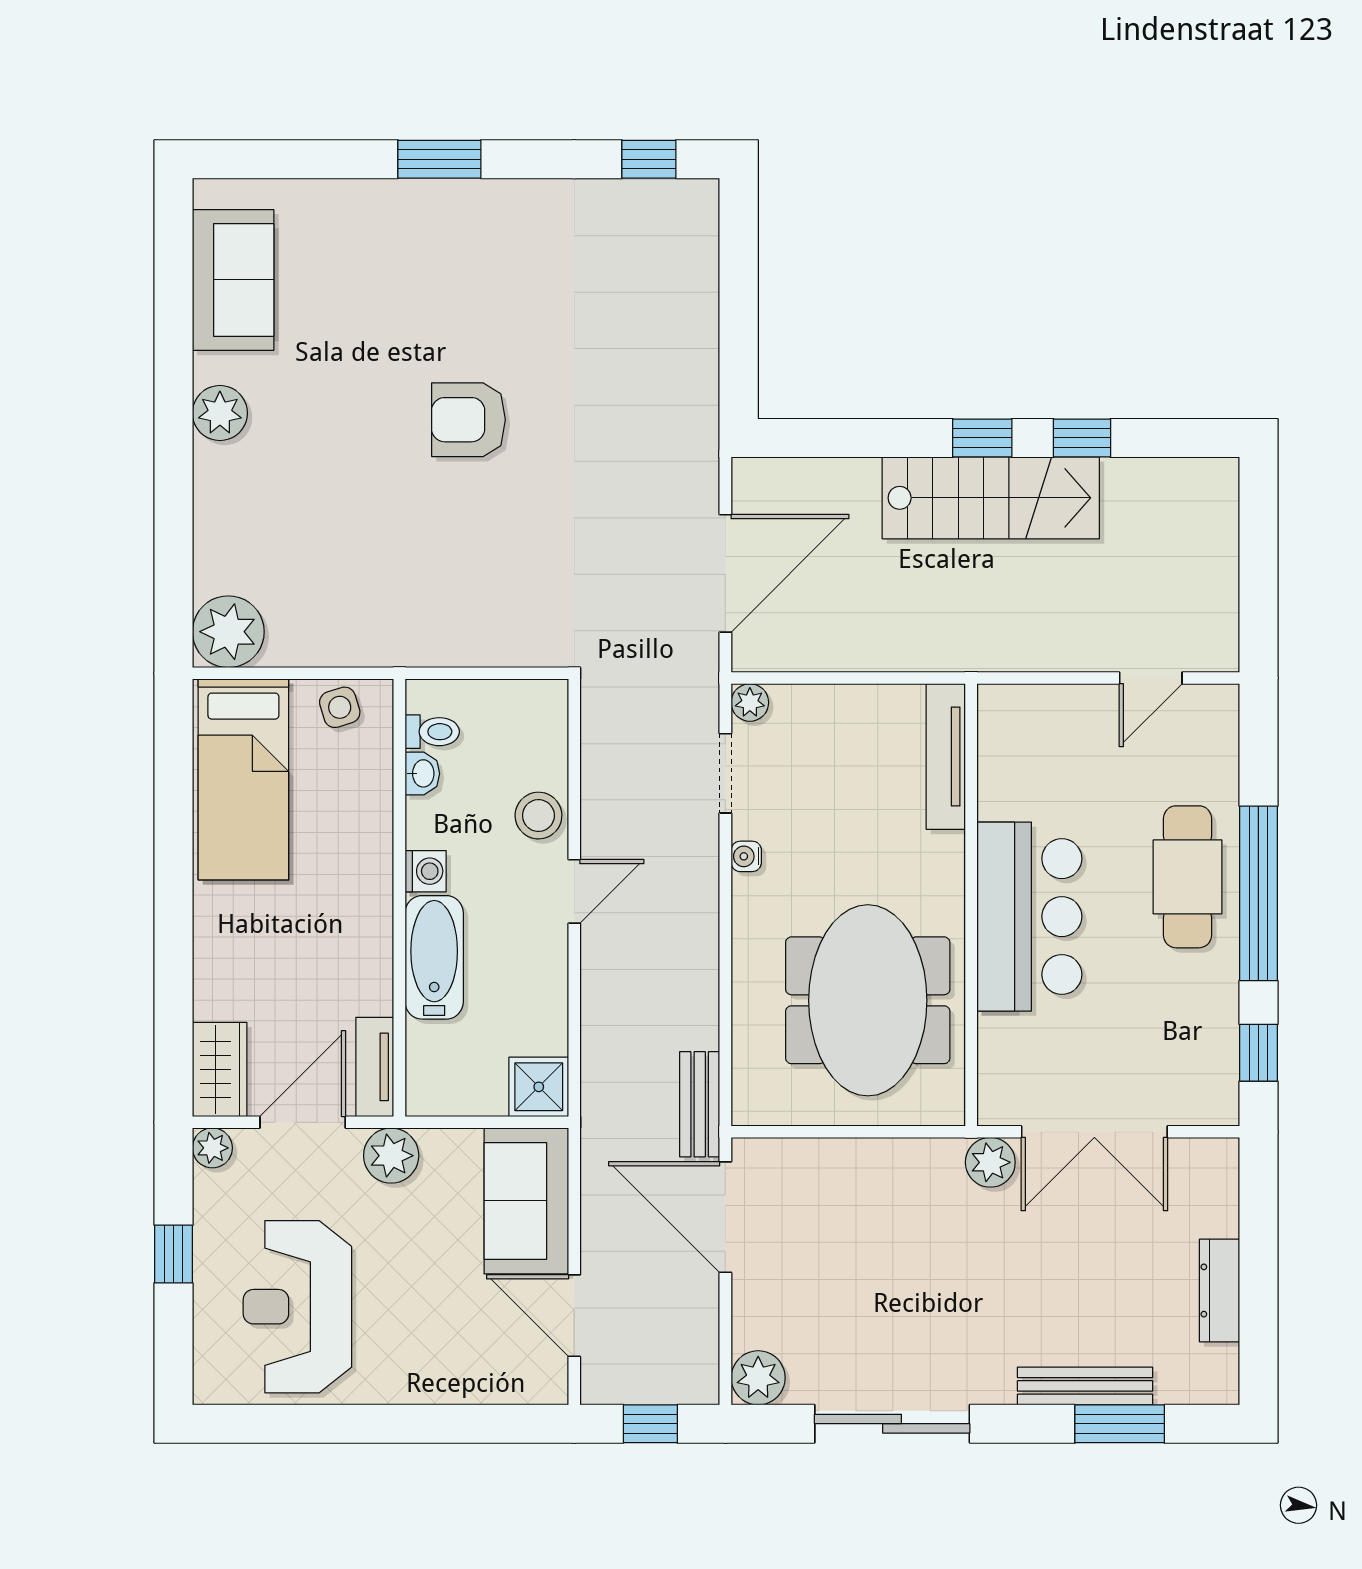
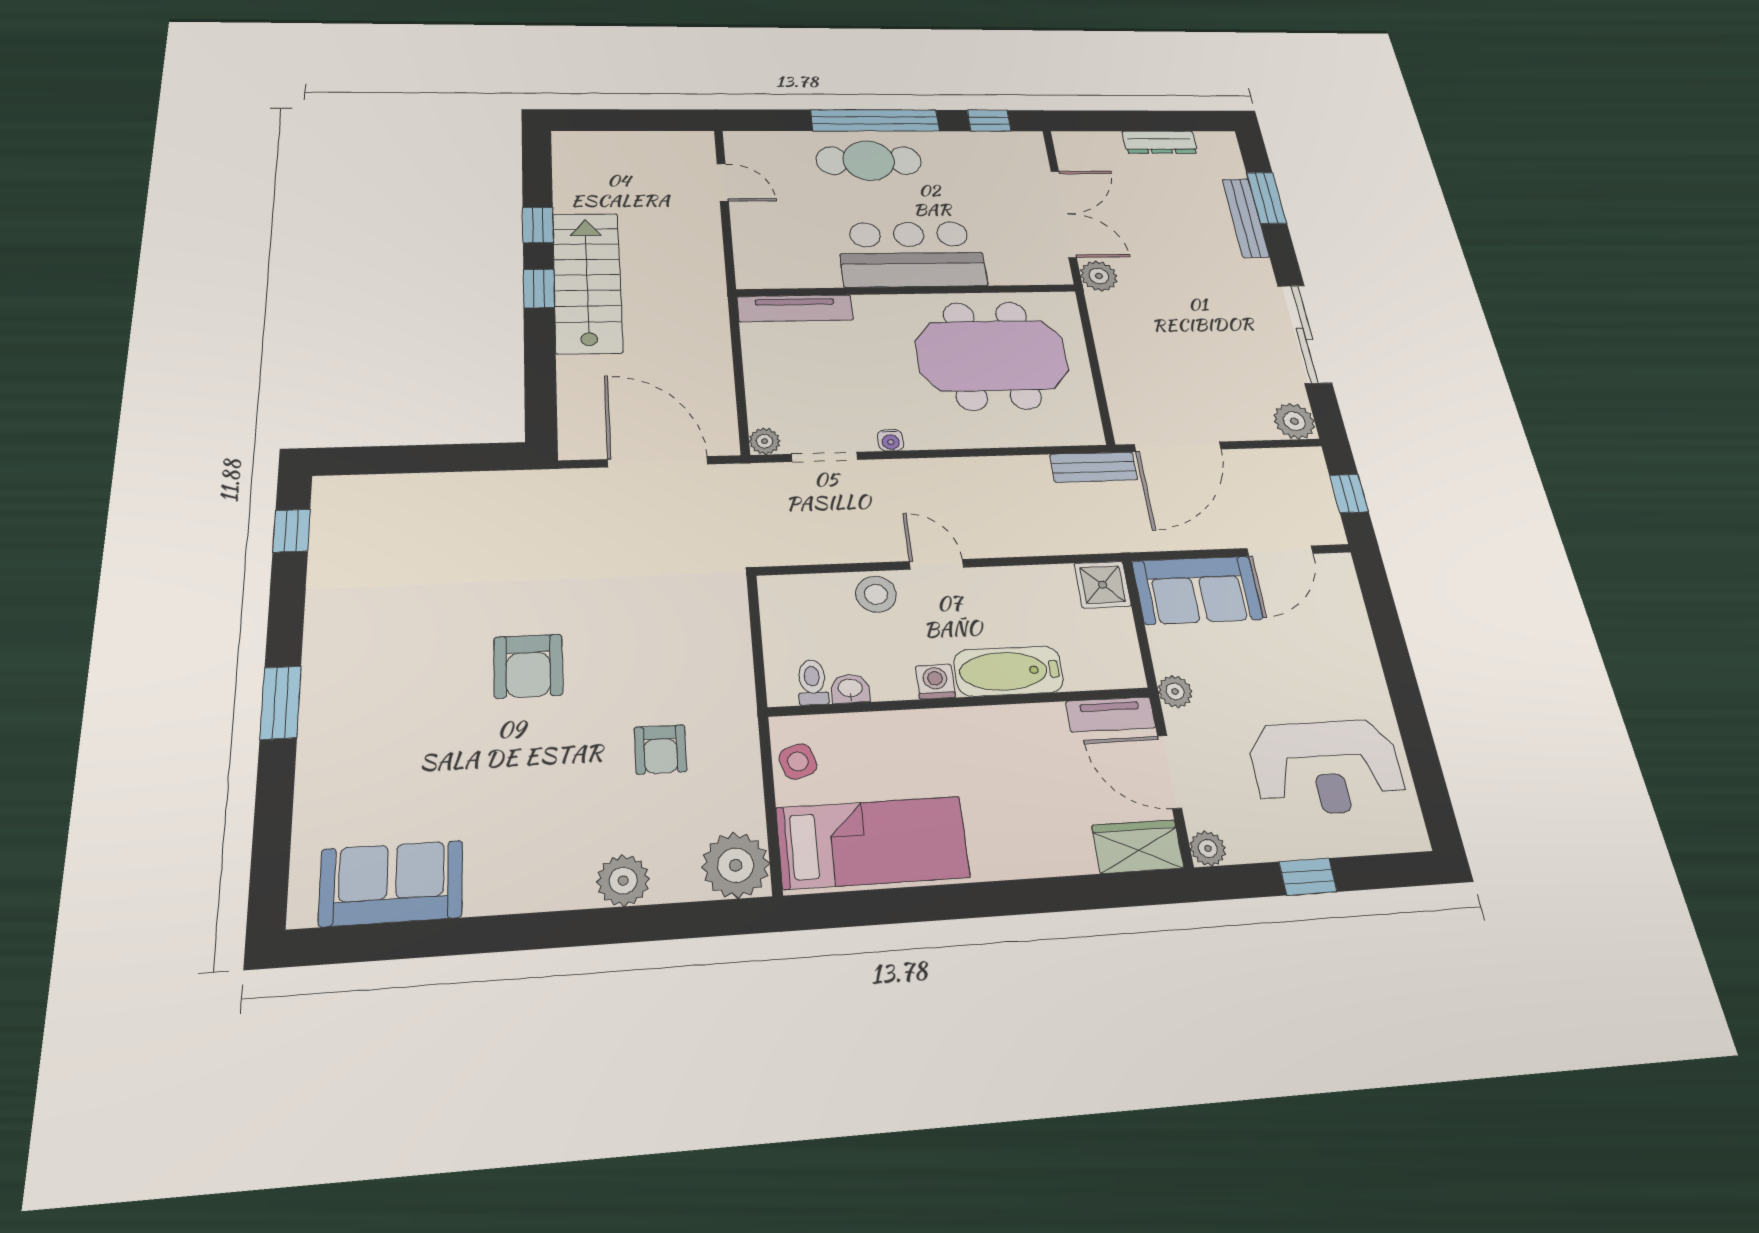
plant: (220, 413) -> (623, 880), moved
armchair: (362, 559) -> (660, 749), added
plant: (391, 1156) -> (1175, 691), width x0.73, depth x0.73

